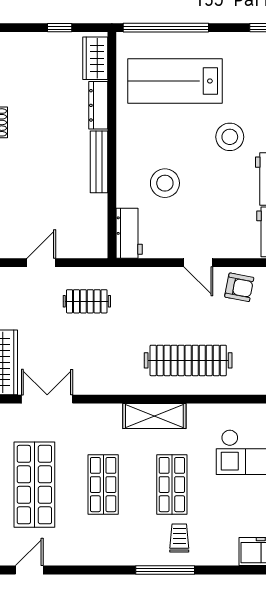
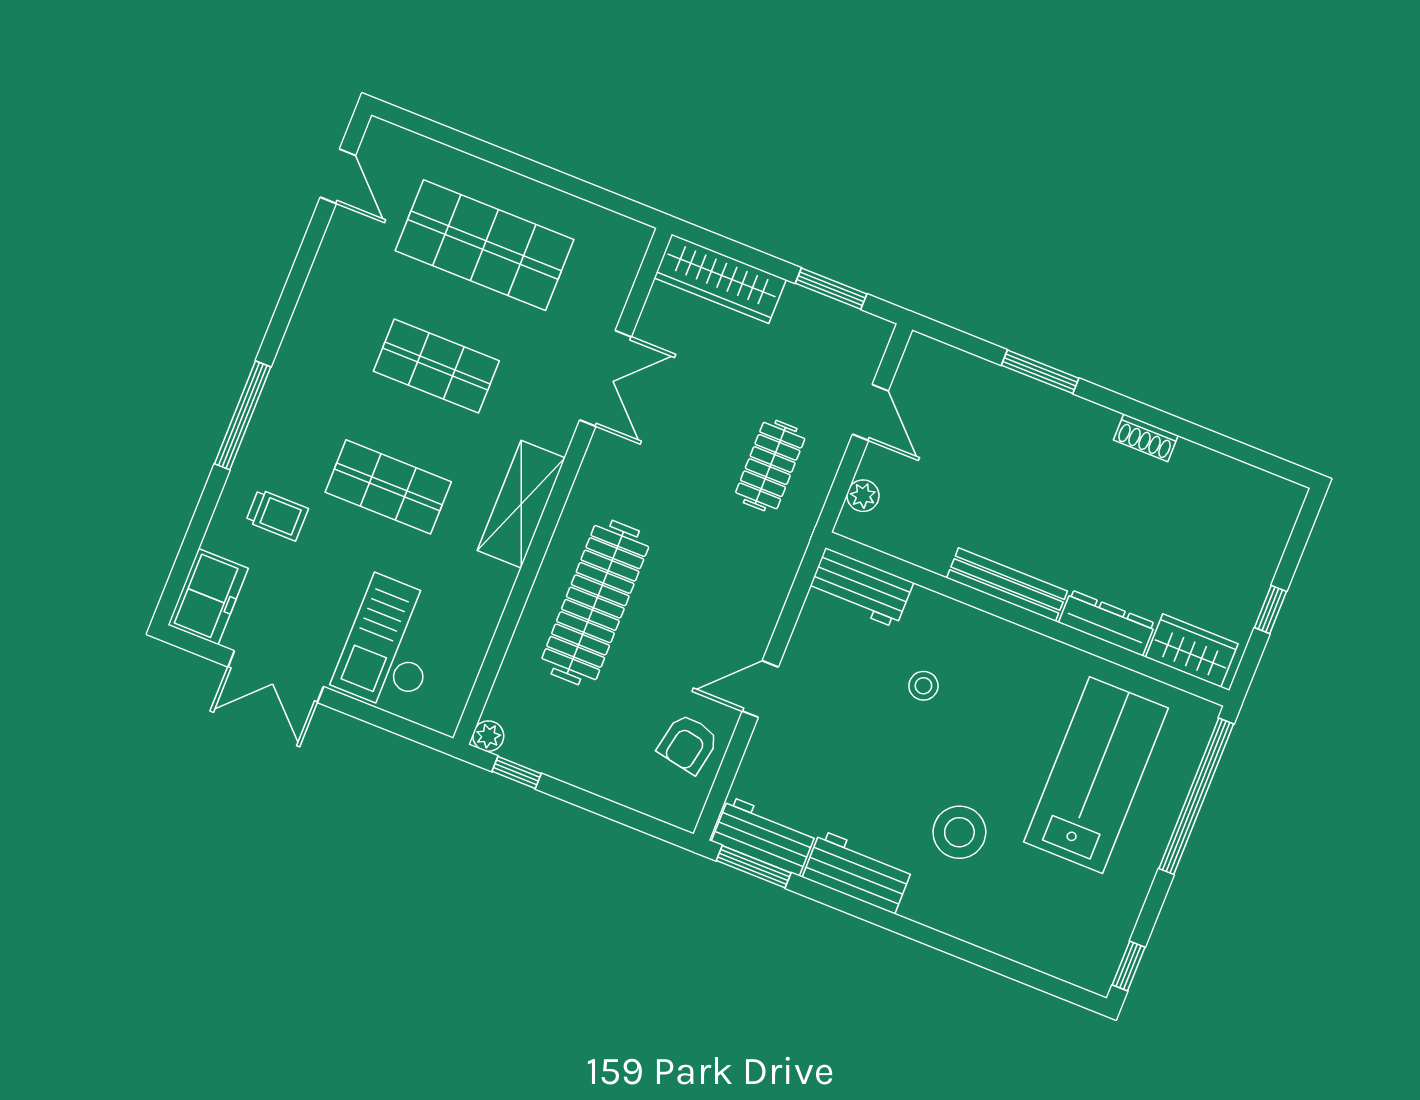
stool: (165, 183) -> (923, 686), width x0.53, depth x0.53
plant: (83, 250) -> (863, 496), added
double door: (47, 399) -> (605, 378), moved
trolley: (179, 538) -> (277, 515), moved

